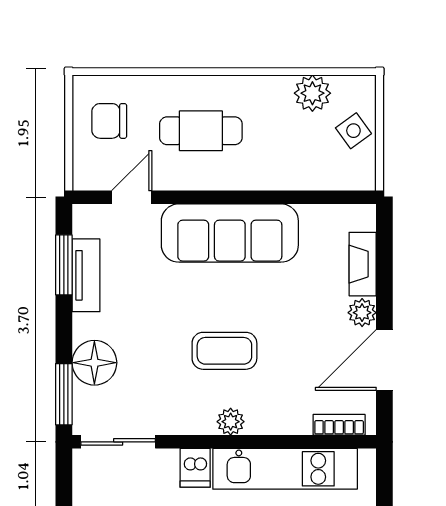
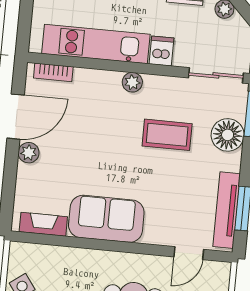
sofa: (230, 233) -> (106, 219), width x0.73
fireplace: (363, 264) -> (43, 224), moved, turned -90
tv unit: (86, 275) -> (227, 210), width x1.41
coffee table: (224, 351) -> (167, 135), moved

